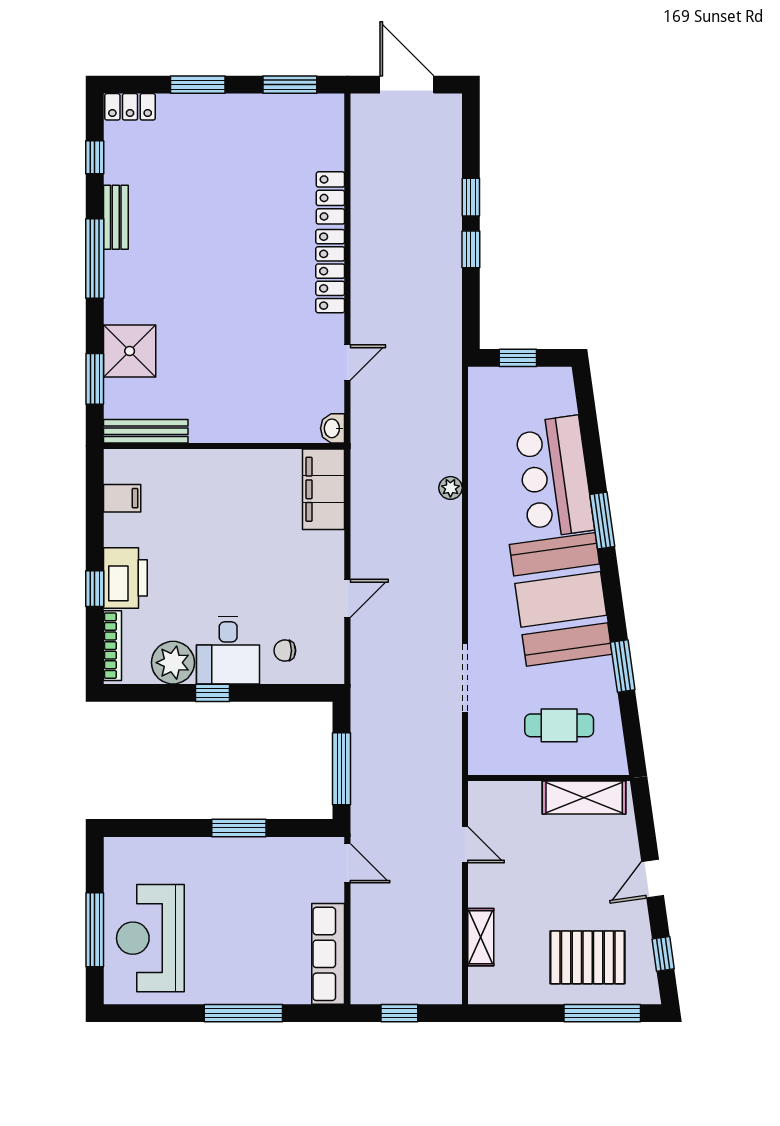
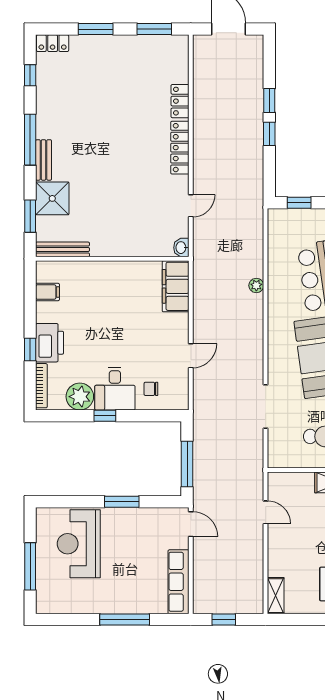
bench: (116, 217) -> (44, 160), moved
shelving: (481, 937) -> (276, 596), moved
reception desk: (150, 938) -> (79, 544), moved

